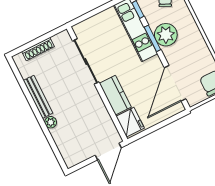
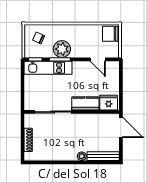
door: (175, 83) -> (98, 59), width x0.53
bench: (38, 97) -> (103, 156), moved

